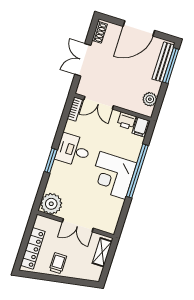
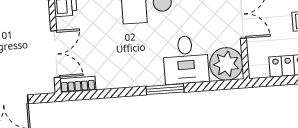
desk: (73, 150) -> (186, 60), moved

